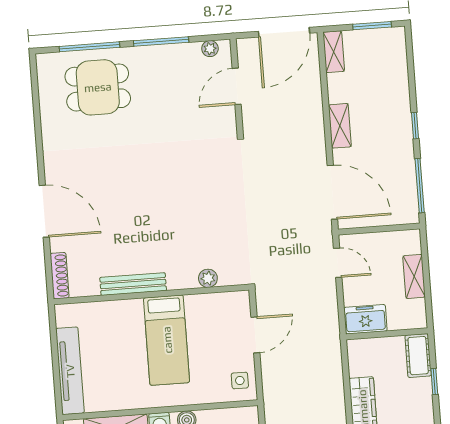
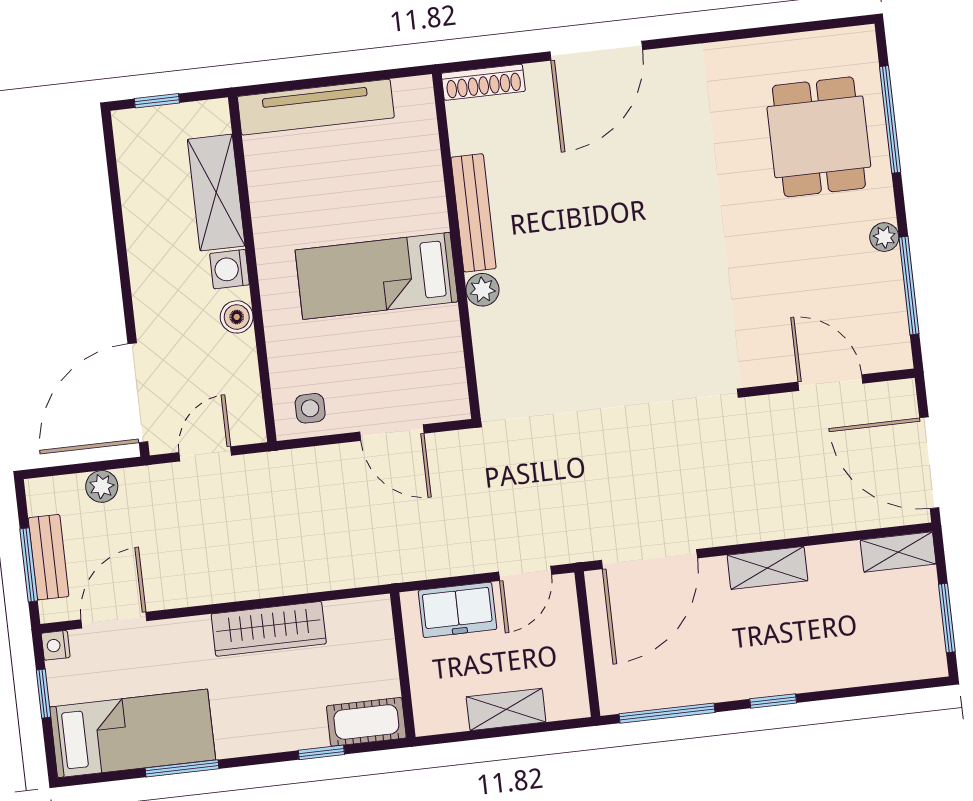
window: (161, 41) -> (909, 286), moved
plant: (210, 49) -> (884, 237), moved
plant: (208, 278) -> (482, 290), moved
freezer: (365, 319) -> (457, 610), moved, turned 90

